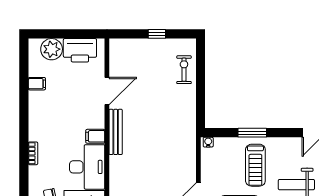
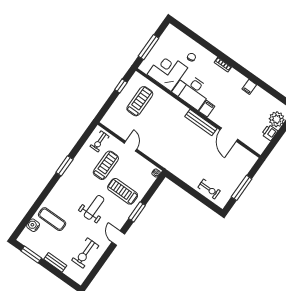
window: (157, 34) -> (242, 188), width x2.17
printer: (80, 50) -> (270, 133), width x0.53, depth x0.68
filing cabinet: (37, 84) -> (249, 87), moved
window: (252, 133) -> (137, 212), moved

